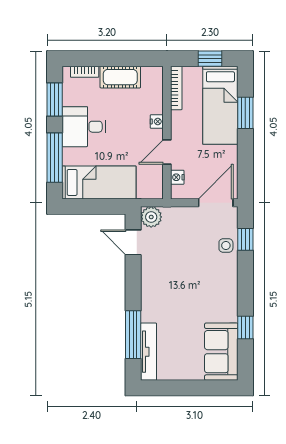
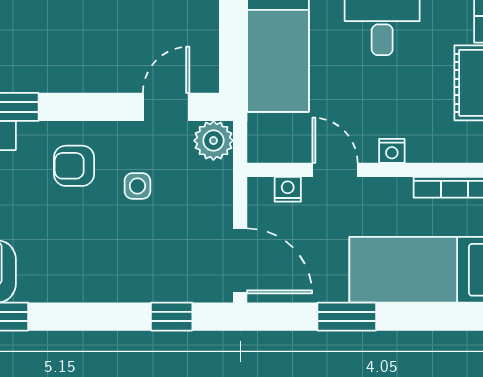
window: (245, 113) -> (347, 317), moved
side table: (226, 245) -> (137, 186), moved
armchair: (165, 292) -> (74, 166), added

